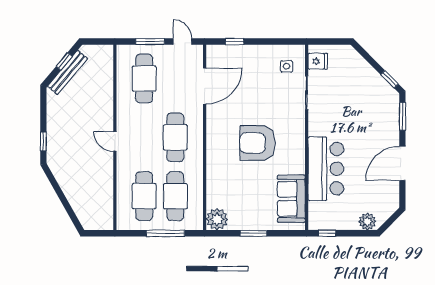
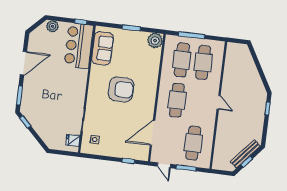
bar counter: (326, 169) -> (79, 46), moved

